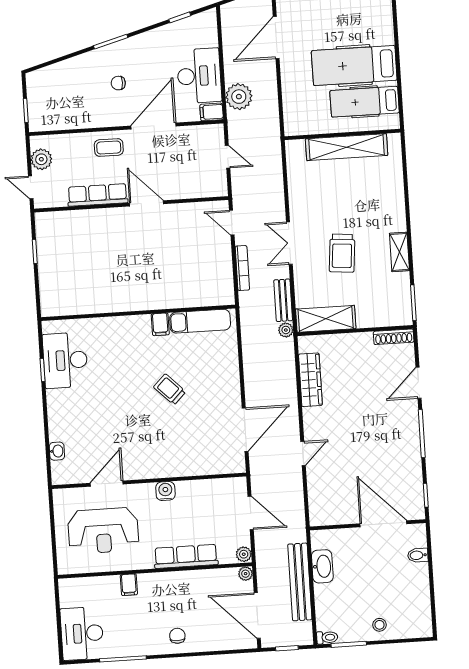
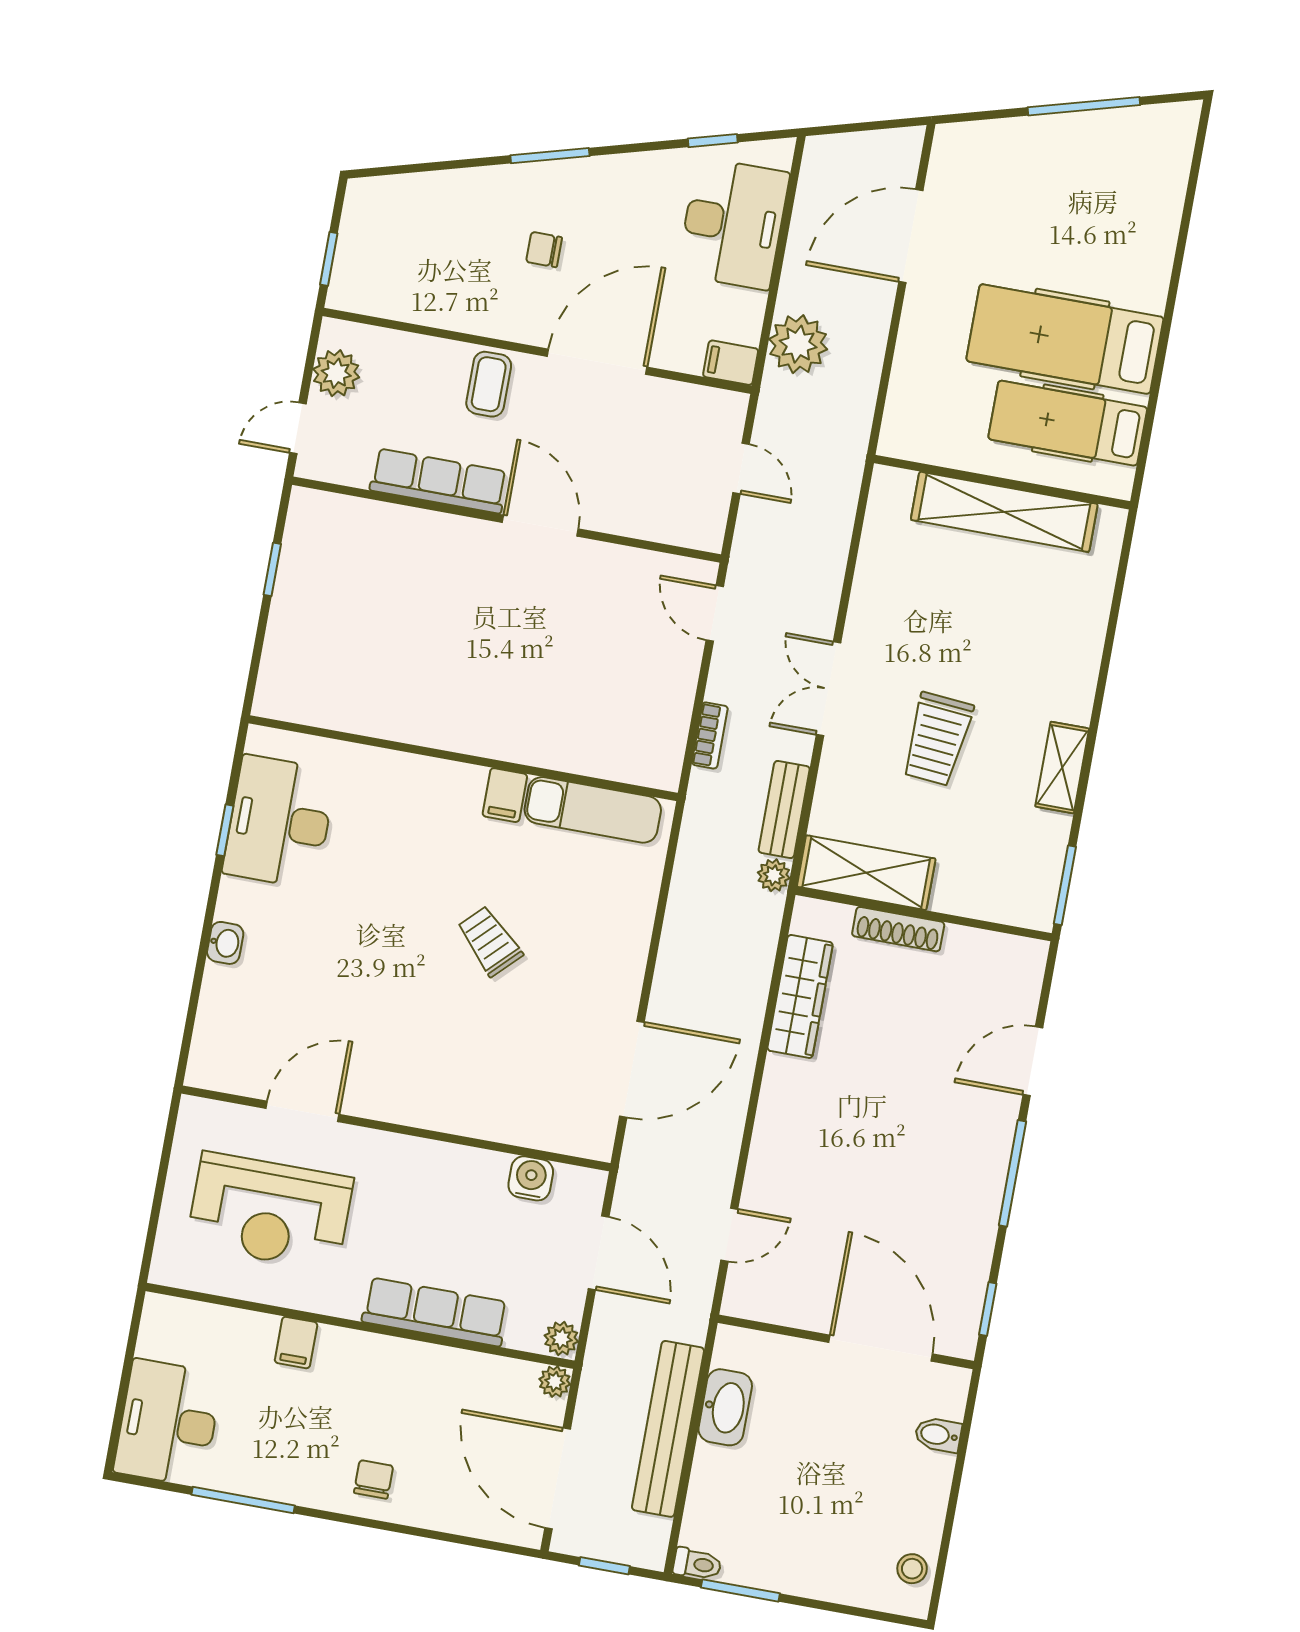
desk: (199, 76) -> (733, 224), moved
coffee table: (109, 148) -> (489, 384), turned 90
door: (31, 187) -> (298, 428), hinge flipped
bookcase: (242, 268) -> (710, 735), width x0.64
shoe rack: (394, 337) -> (898, 929), moved
washbasin: (57, 451) -> (225, 943), moved
door: (303, 454) -> (729, 1235), moved
water cooler: (165, 491) -> (531, 1178), moved
stool: (380, 625) -> (912, 1569), moved

